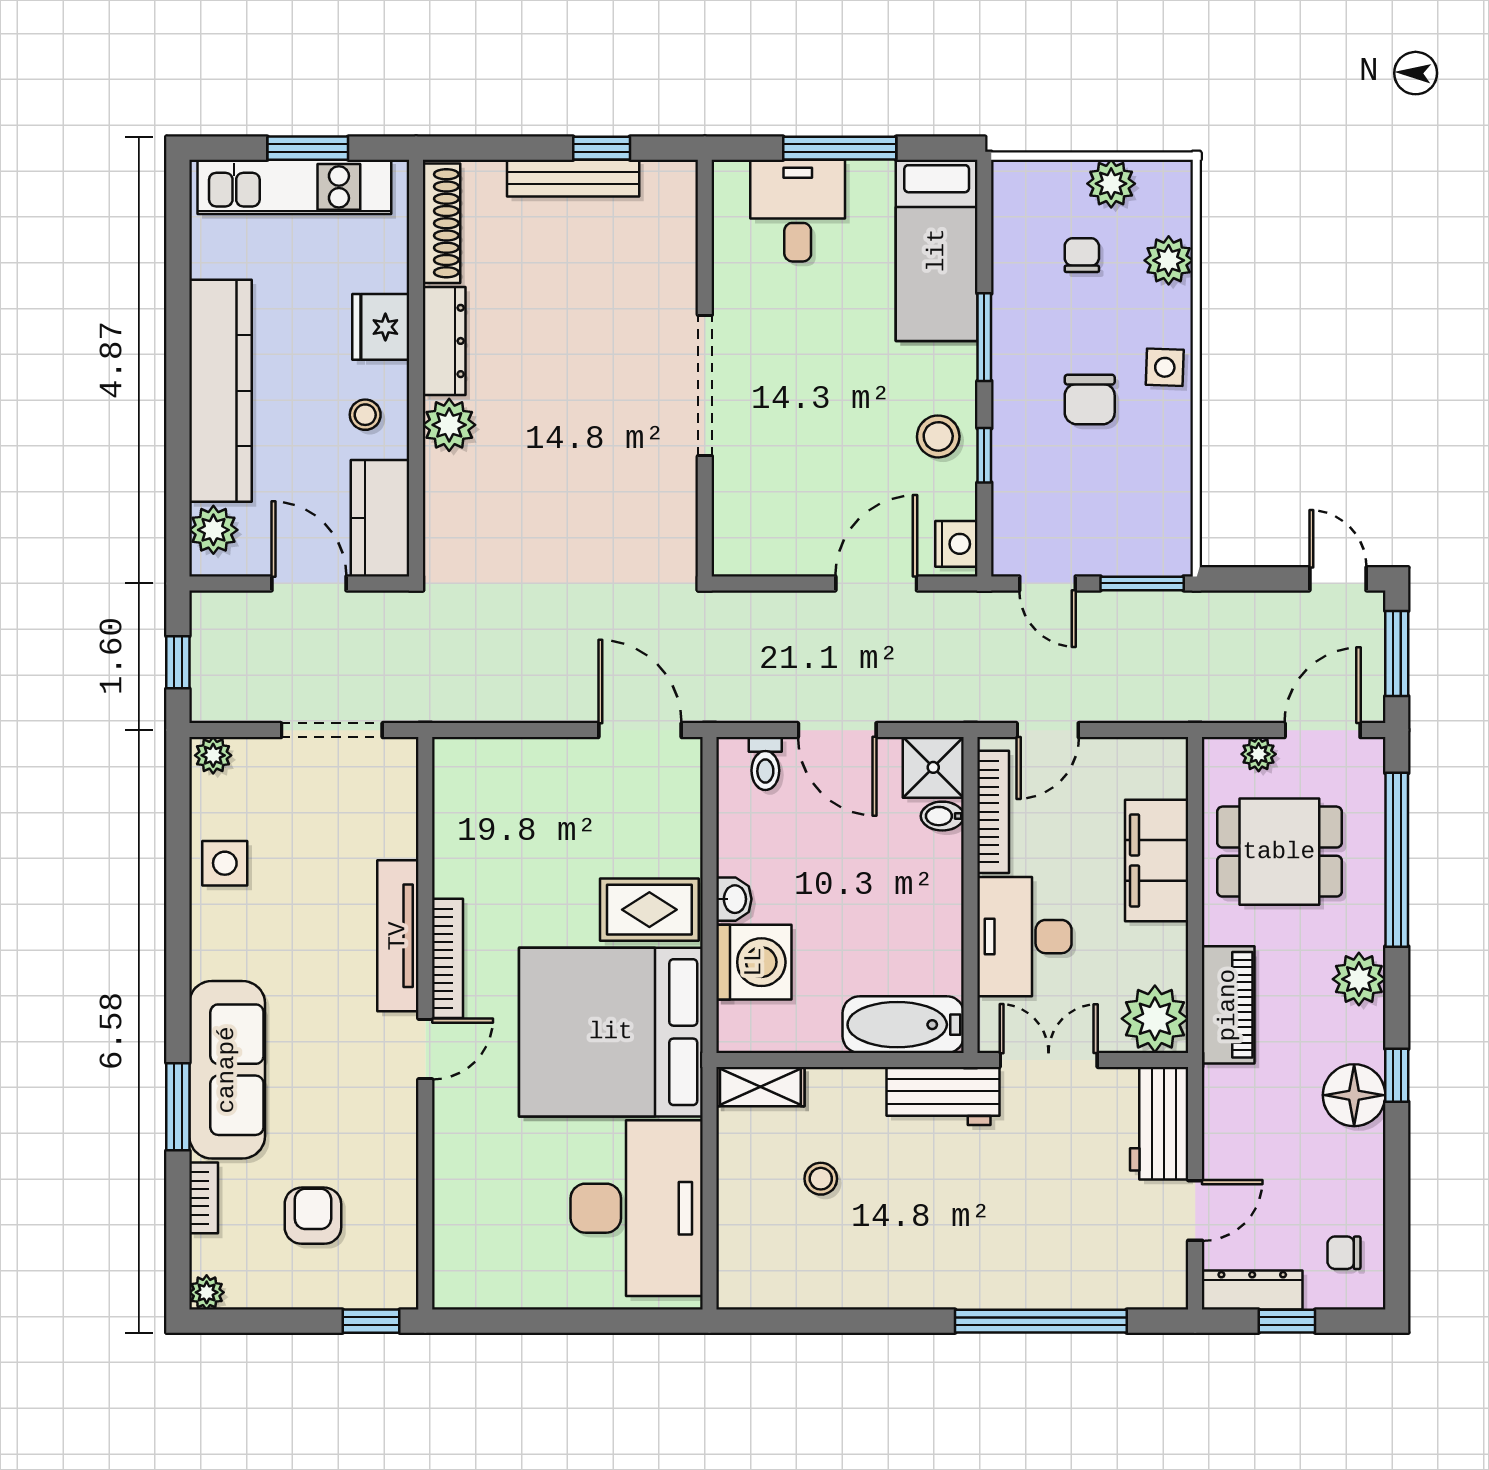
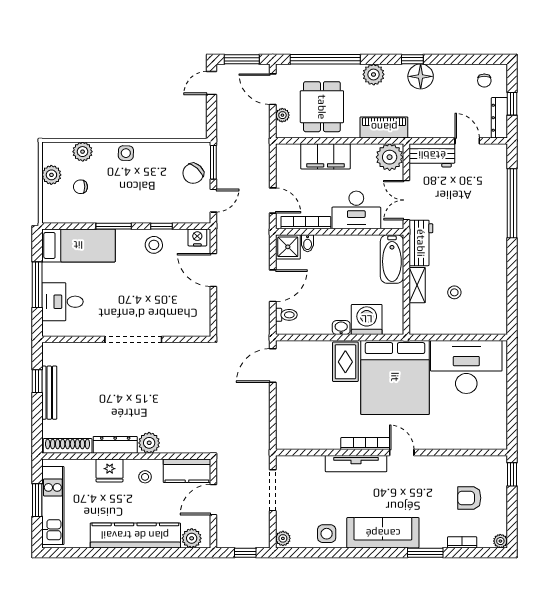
chair: (1090, 400) -> (193, 173), moved, turned 132
sofa: (227, 1070) -> (383, 533), moved
shelving: (760, 1087) -> (417, 285), moved

